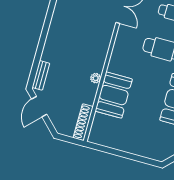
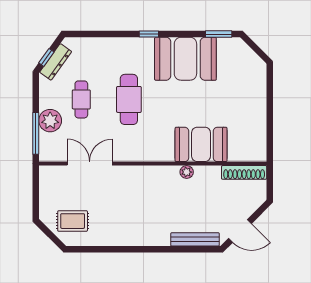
bench: (41, 75) -> (195, 239), width x1.36

